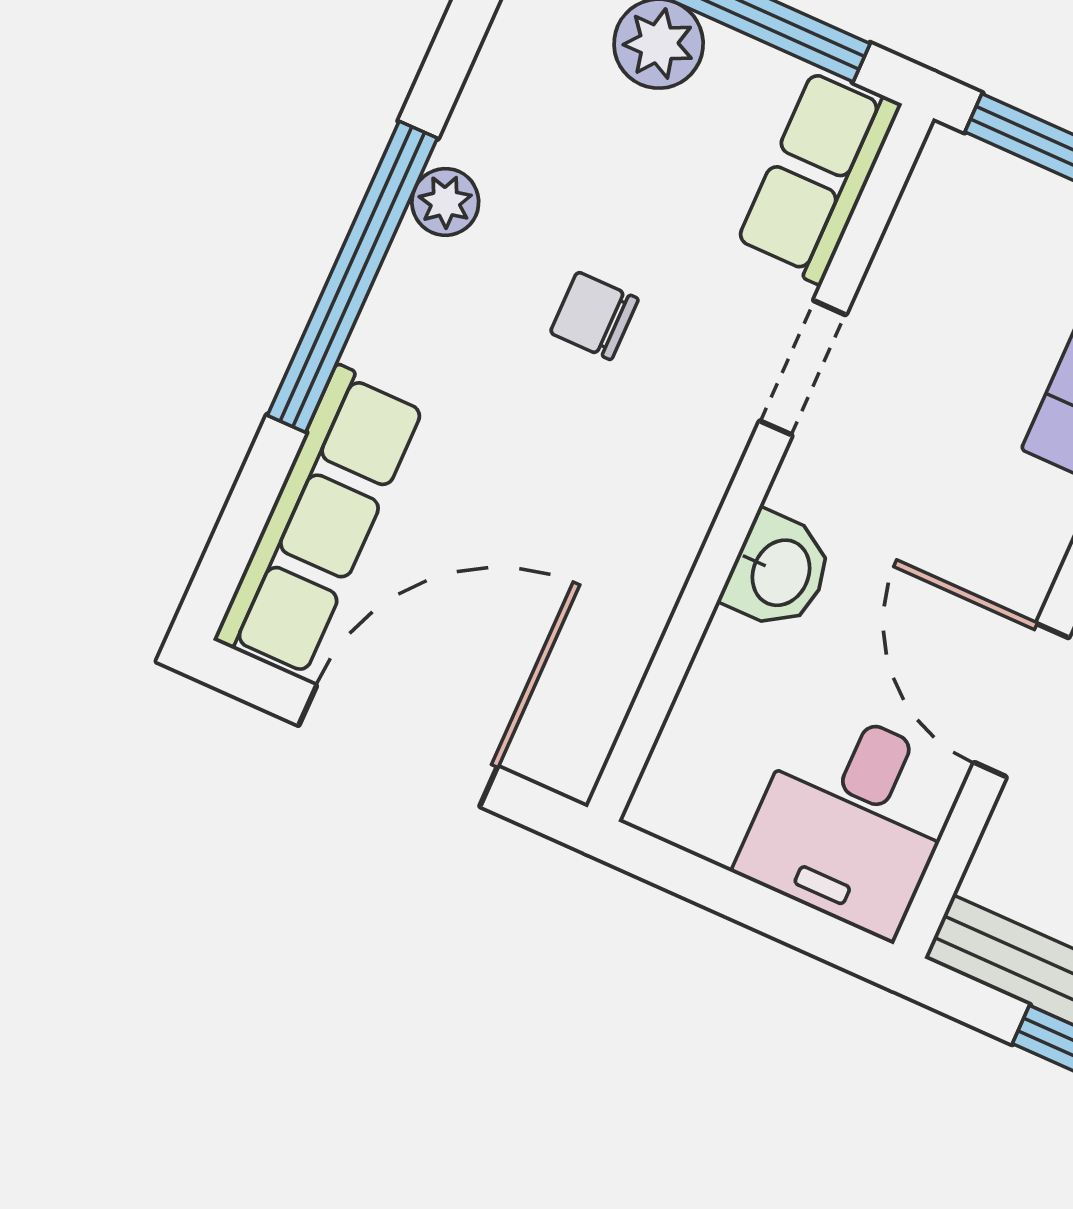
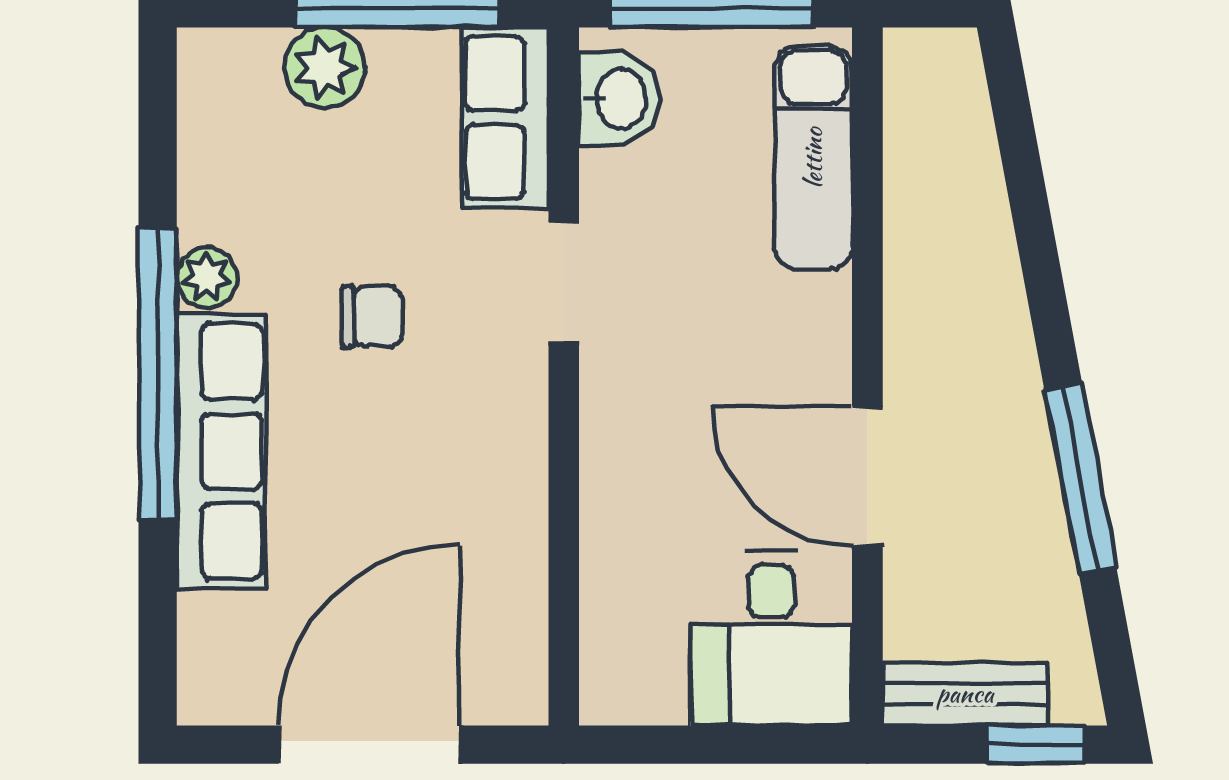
chair: (594, 316) -> (372, 317), turned 180
row of seats: (320, 522) -> (221, 451), moved
washbasin: (779, 572) -> (619, 99), moved

